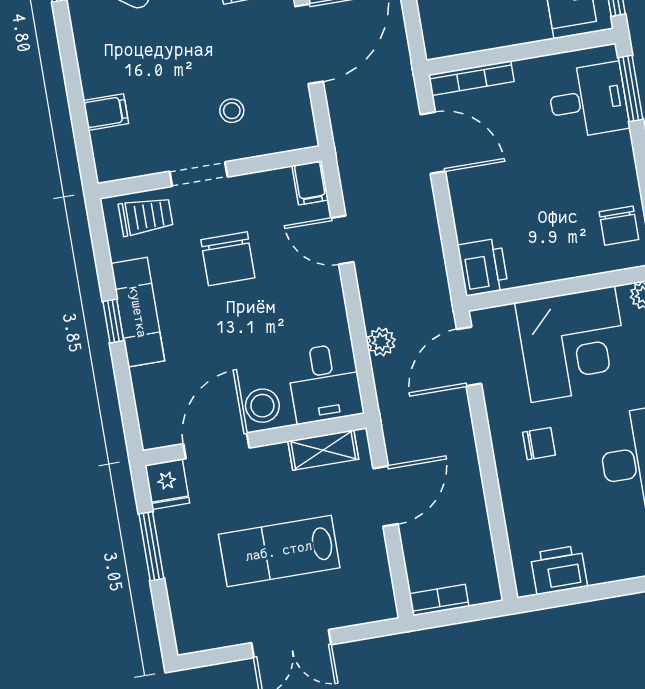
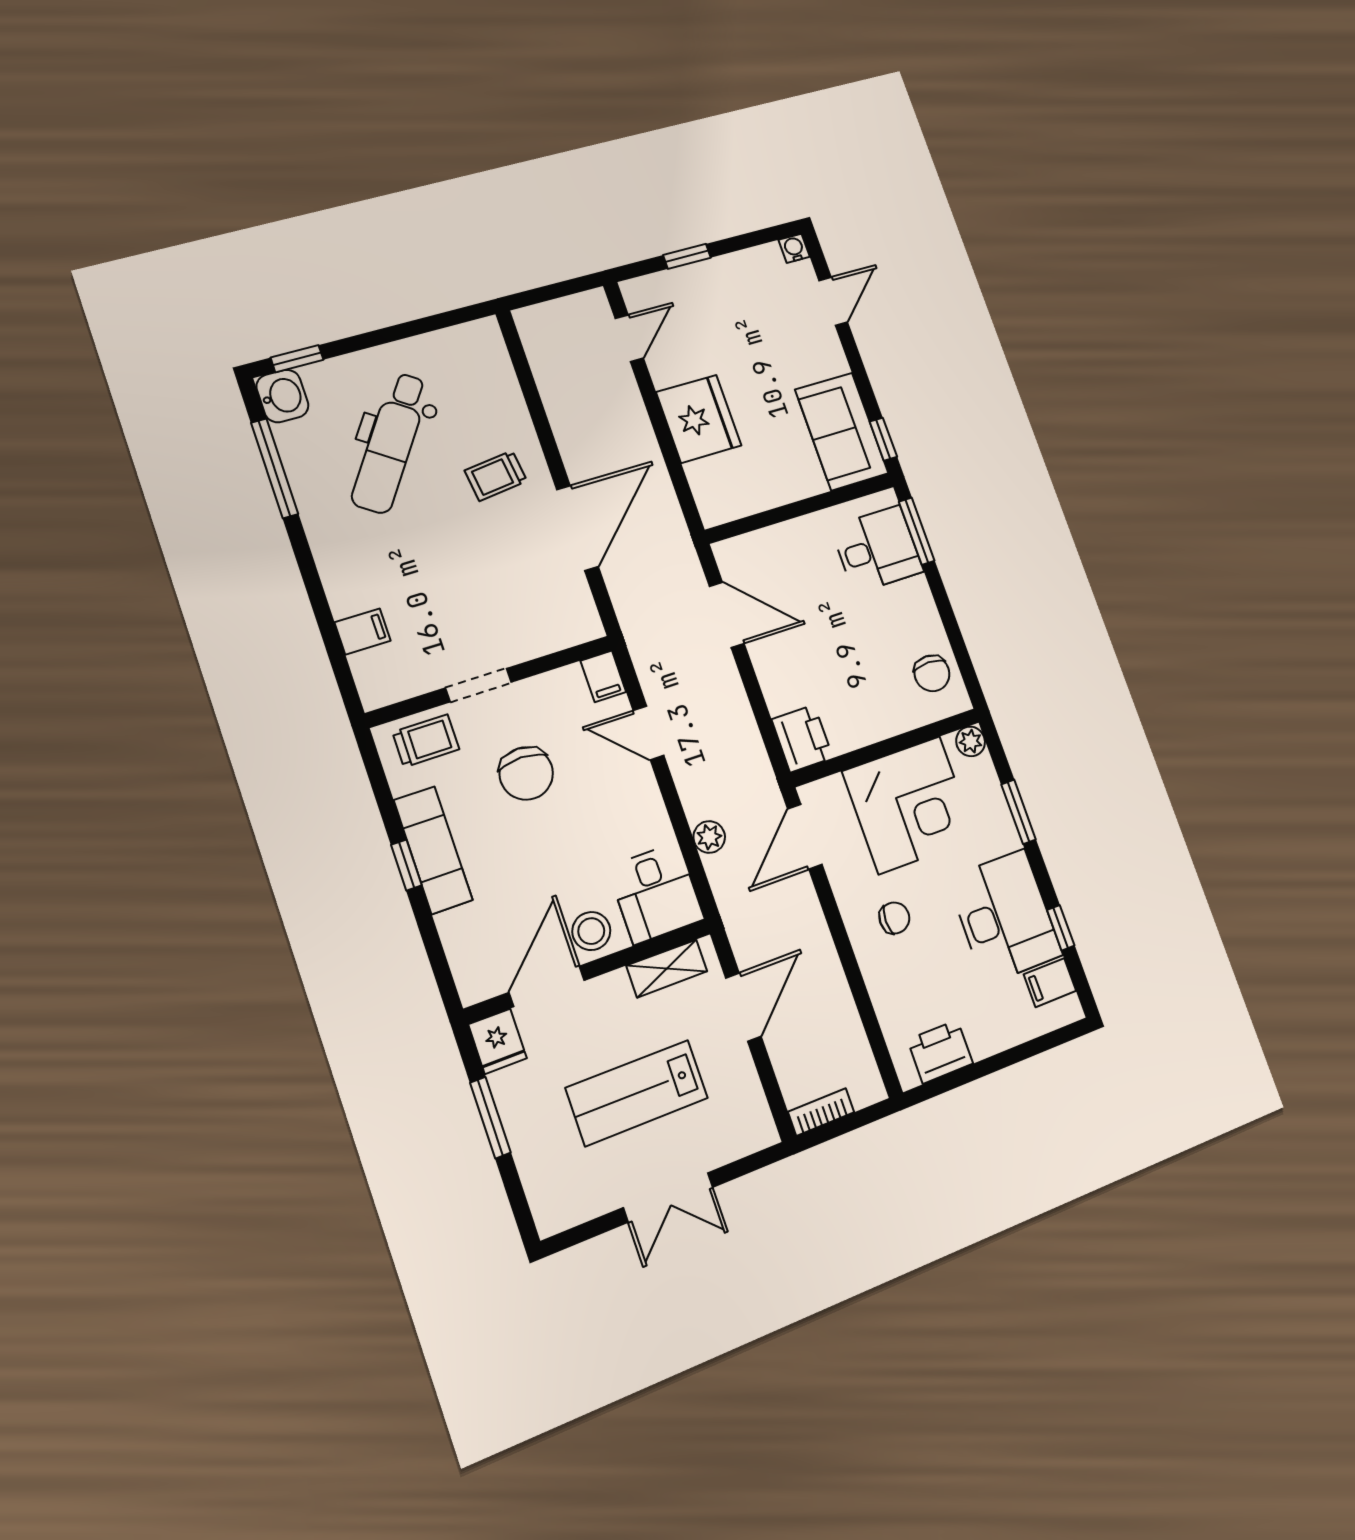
bookcase: (471, 78) -> (755, 542), removed
stool: (232, 111) -> (505, 611), removed

